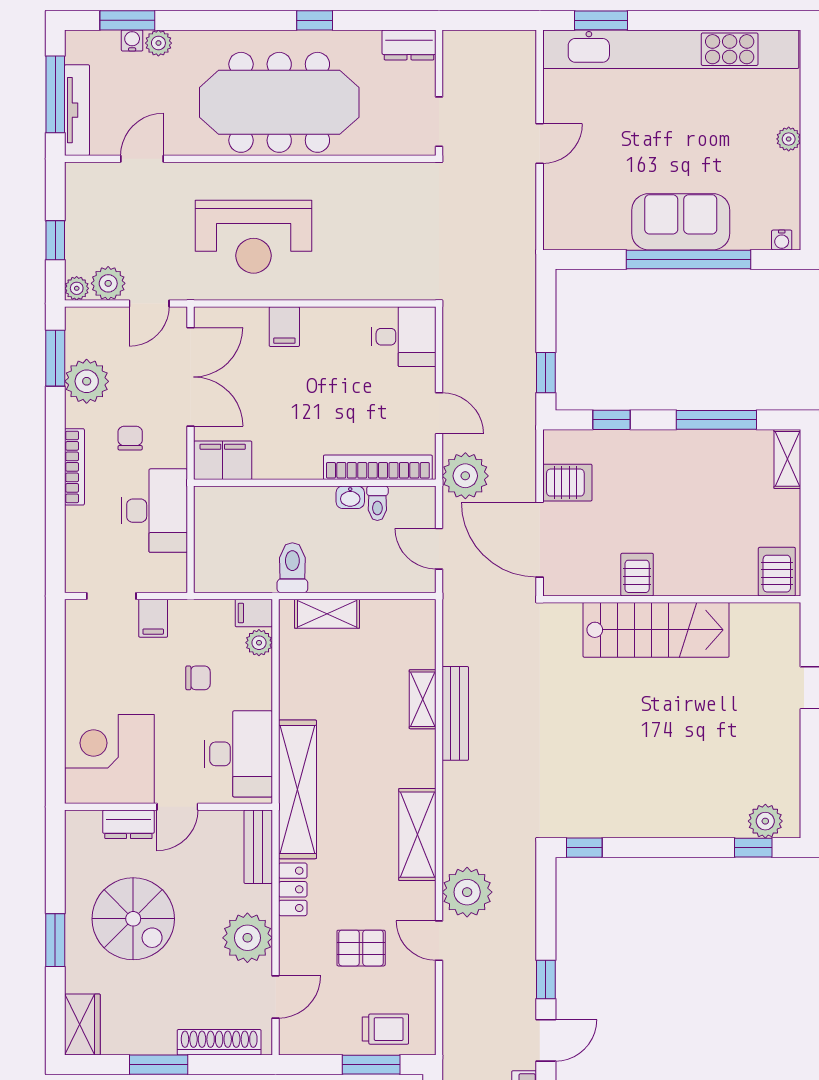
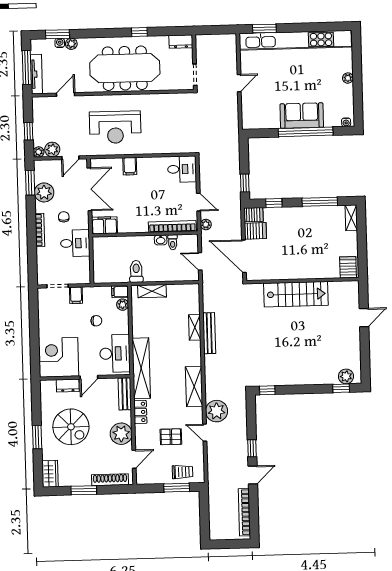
plant: (465, 476) -> (206, 225), width x0.53, depth x0.53
desk: (154, 511) -> (75, 243), width x0.73
server rack: (637, 575) -> (254, 215), moved, turned 90

